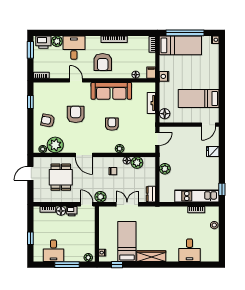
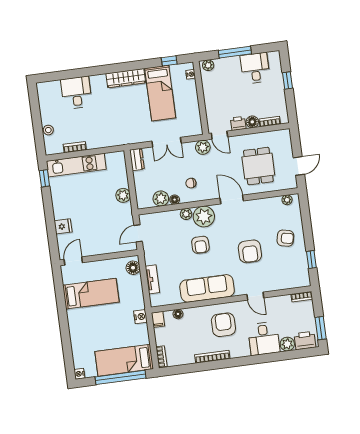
plant: (55, 145) -> (204, 217), moved

